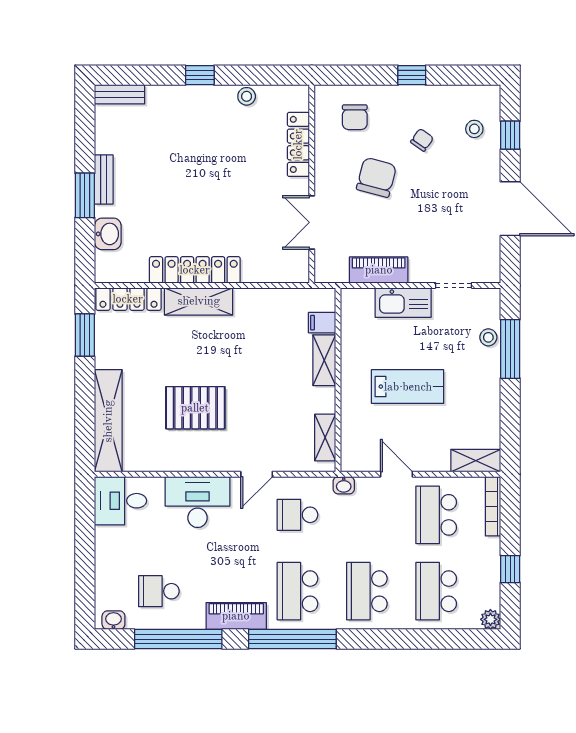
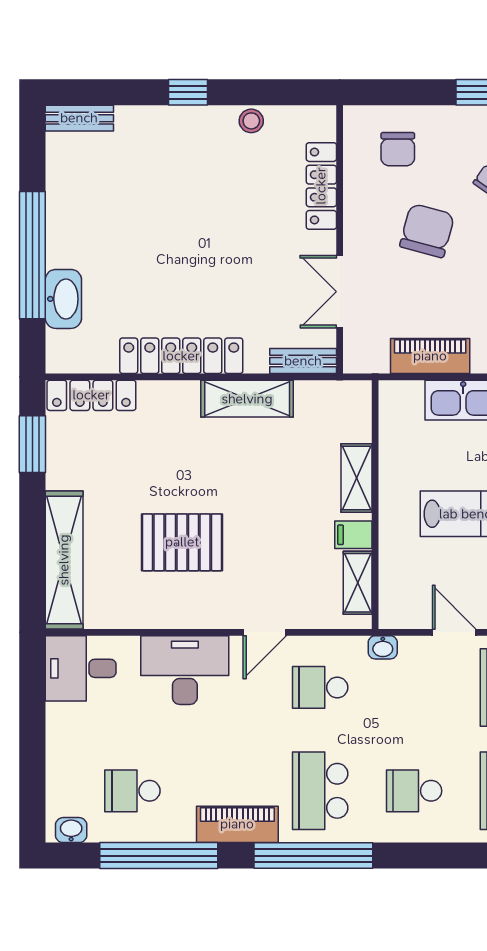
bench: (104, 180) -> (303, 361), moved, turned 90
window: (85, 195) -> (32, 255), width x2.11
washbasin: (108, 234) -> (63, 299), width x1.38
shelving: (199, 301) -> (247, 399), moved
filing cabinet: (322, 323) -> (353, 535), moved
school desk: (367, 591) -> (414, 791), width x0.54

